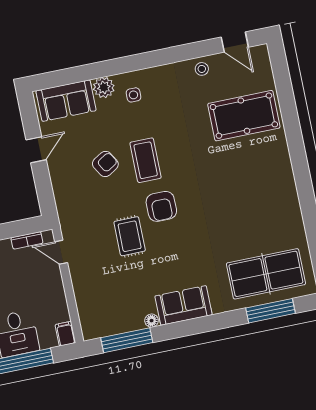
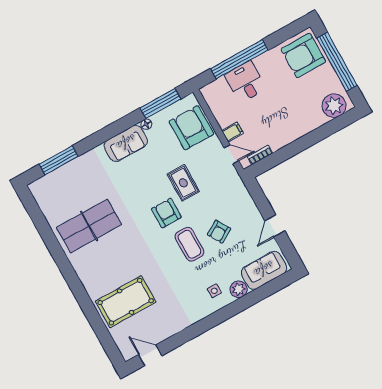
stool: (202, 69) -> (169, 327), removed
table tennis table: (266, 274) -> (89, 226), moved
armchair: (99, 299) -> (191, 128), added
filing cabinet: (65, 334) -> (233, 132), moved, turned -90

